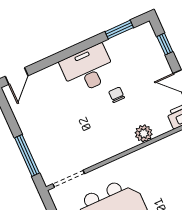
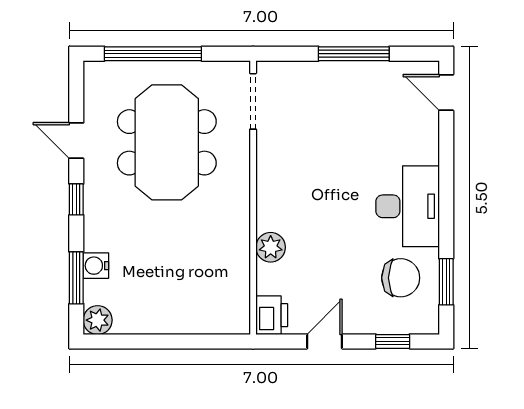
chair: (117, 95) -> (401, 278), moved, width x1.87, depth x1.87
window: (27, 155) -> (354, 54), moved

